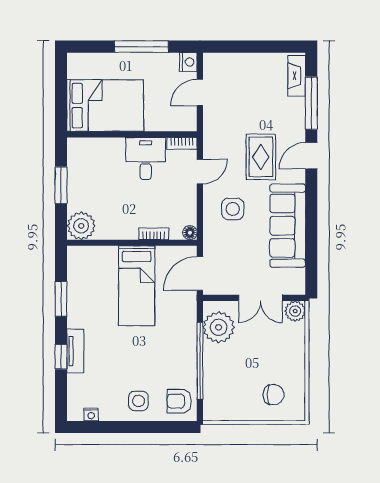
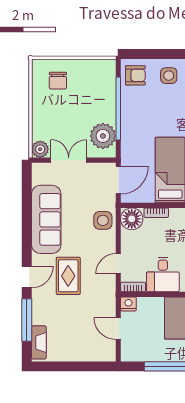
nightstand: (188, 62) -> (128, 304), moved, turned 90
door: (200, 93) -> (118, 329), swing flipped
side table: (233, 209) -> (103, 220), moved
floor lamp: (190, 233) -> (132, 219), width x1.89, depth x1.89
chair: (273, 395) -> (58, 81), turned -90

